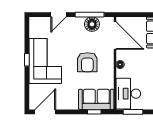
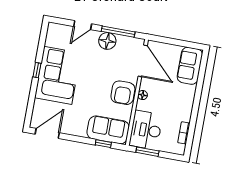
floor lamp: (92, 24) -> (107, 41), moved
armchair: (87, 62) -> (123, 93), moved

